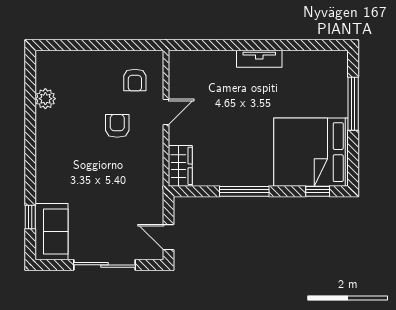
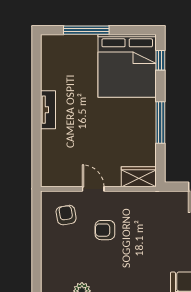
armchair: (135, 80) -> (66, 215), turned -100

